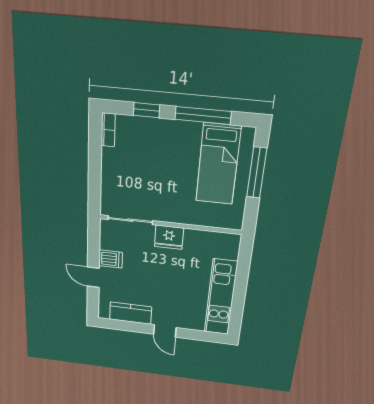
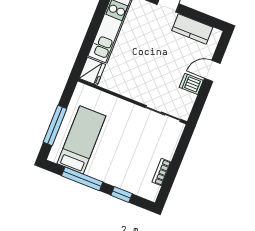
bookcase: (108, 130) -> (161, 172), moved
fridge: (169, 237) -> (92, 71), moved, turned 90
door: (93, 277) -> (212, 71), swing flipped

